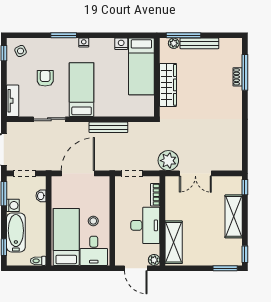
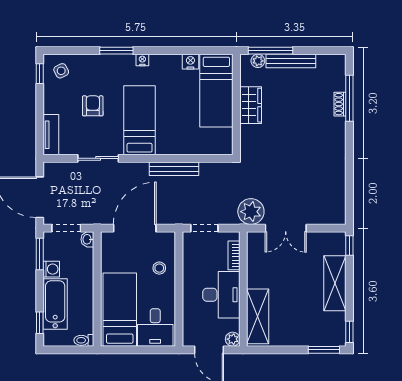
wardrobe: (168, 85) -> (251, 105), width x0.67
washbasin: (41, 196) -> (87, 239), moved
stool: (93, 221) -> (159, 268), moved

